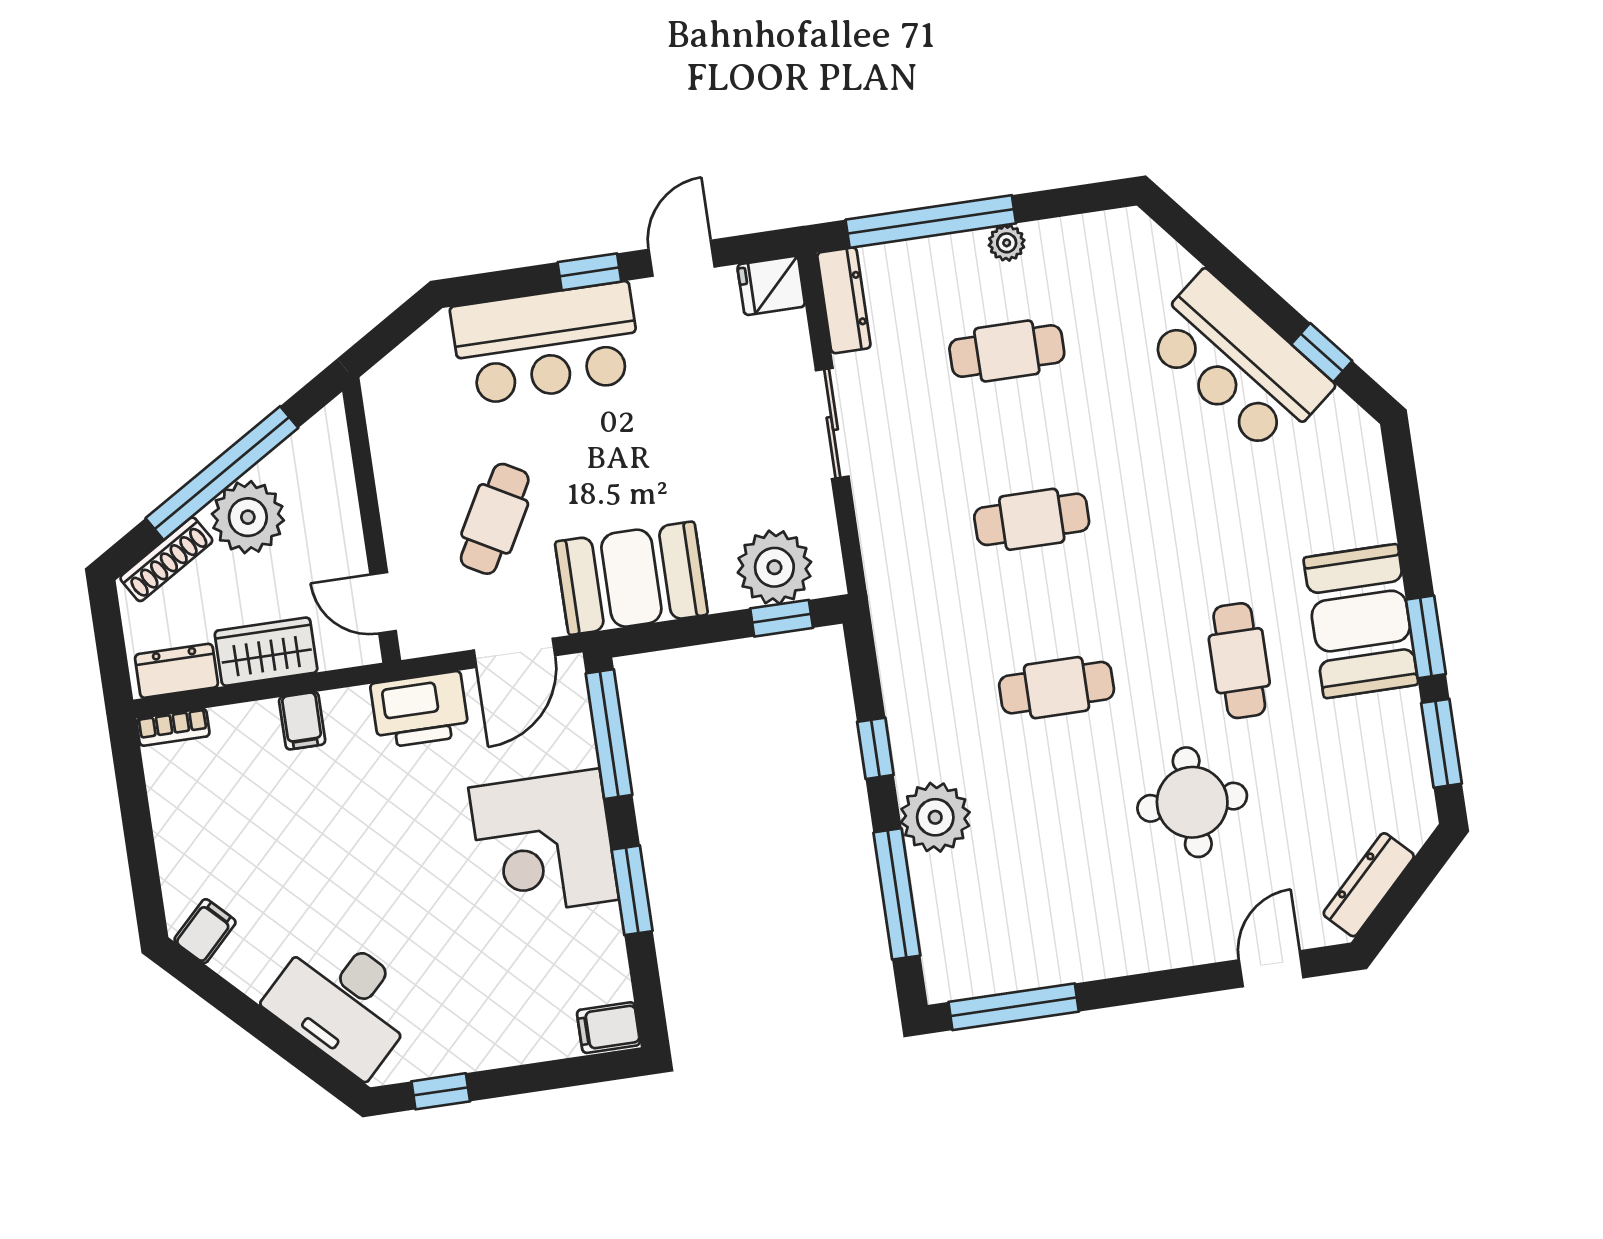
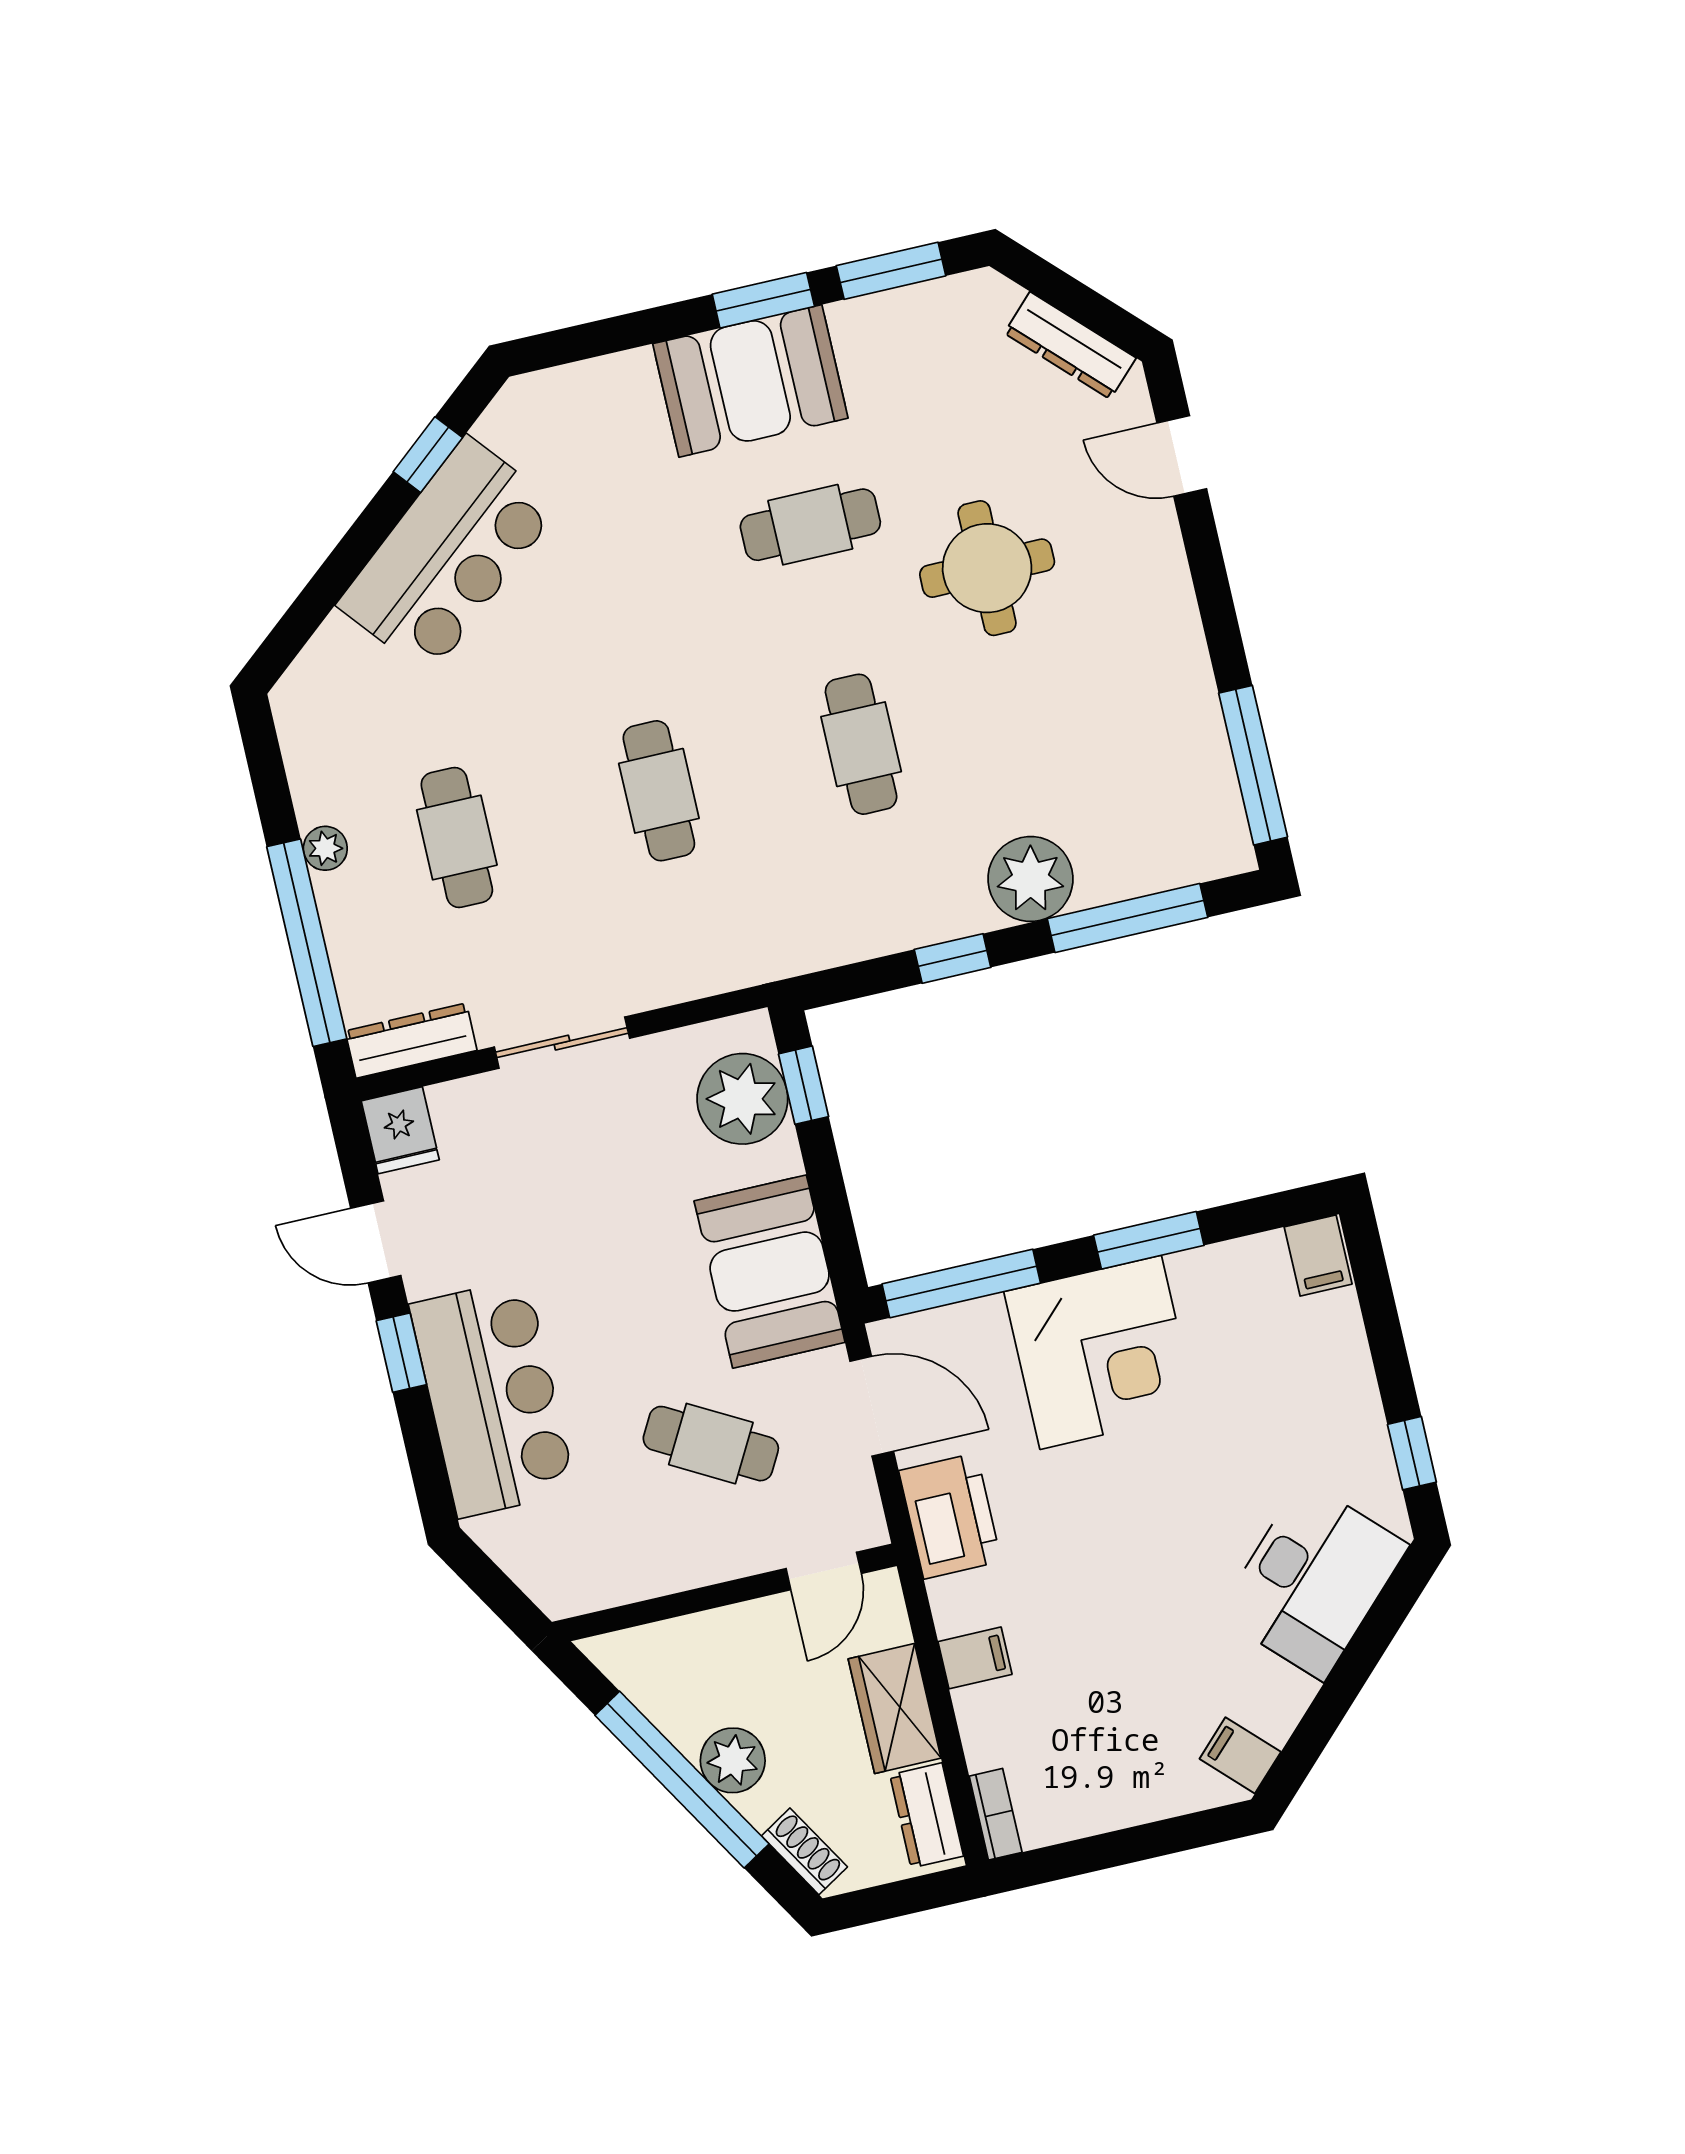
plant: (248, 517) -> (733, 1760), width x0.73, depth x0.73
shoe rack: (166, 559) -> (804, 1851), width x0.70

